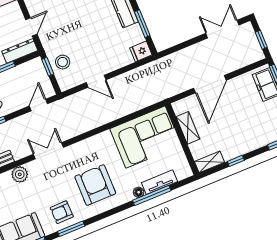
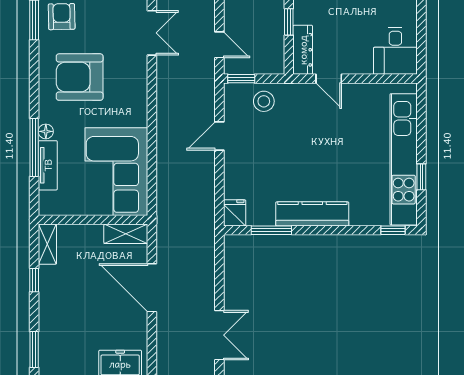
window: (48, 67) -> (241, 79), moved
shelving: (188, 128) -> (126, 234), moved
armchair: (95, 185) -> (80, 77), turned 180

